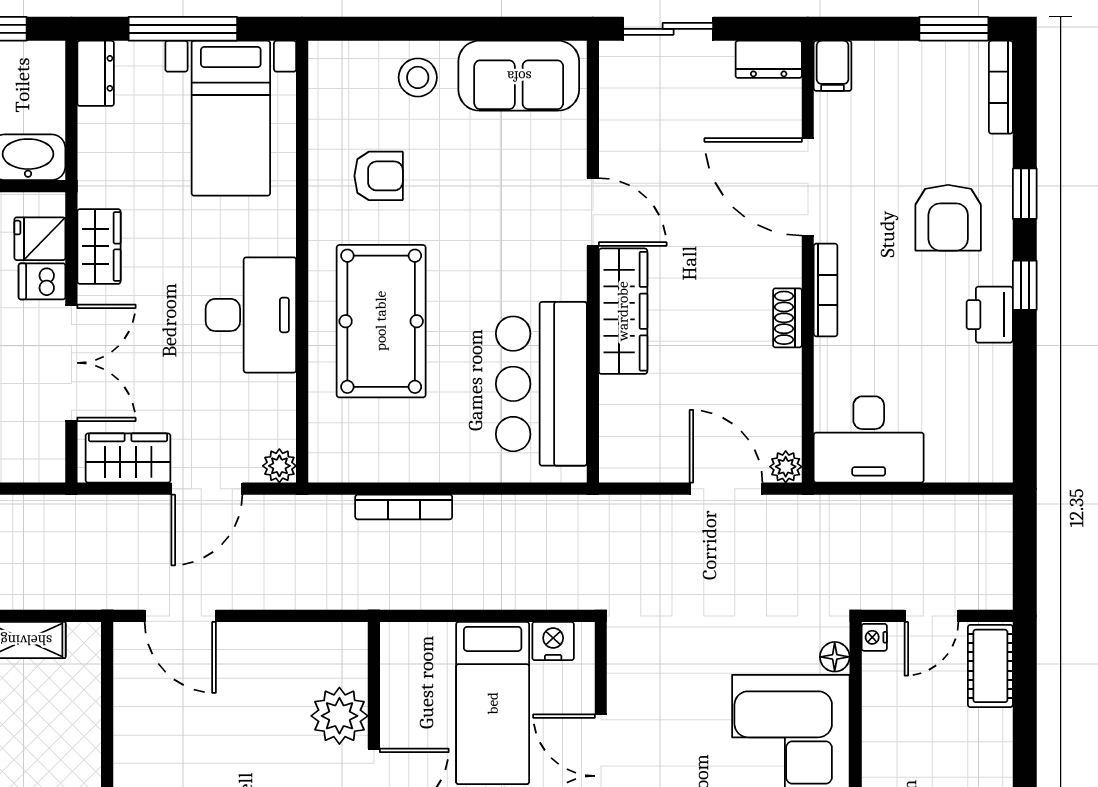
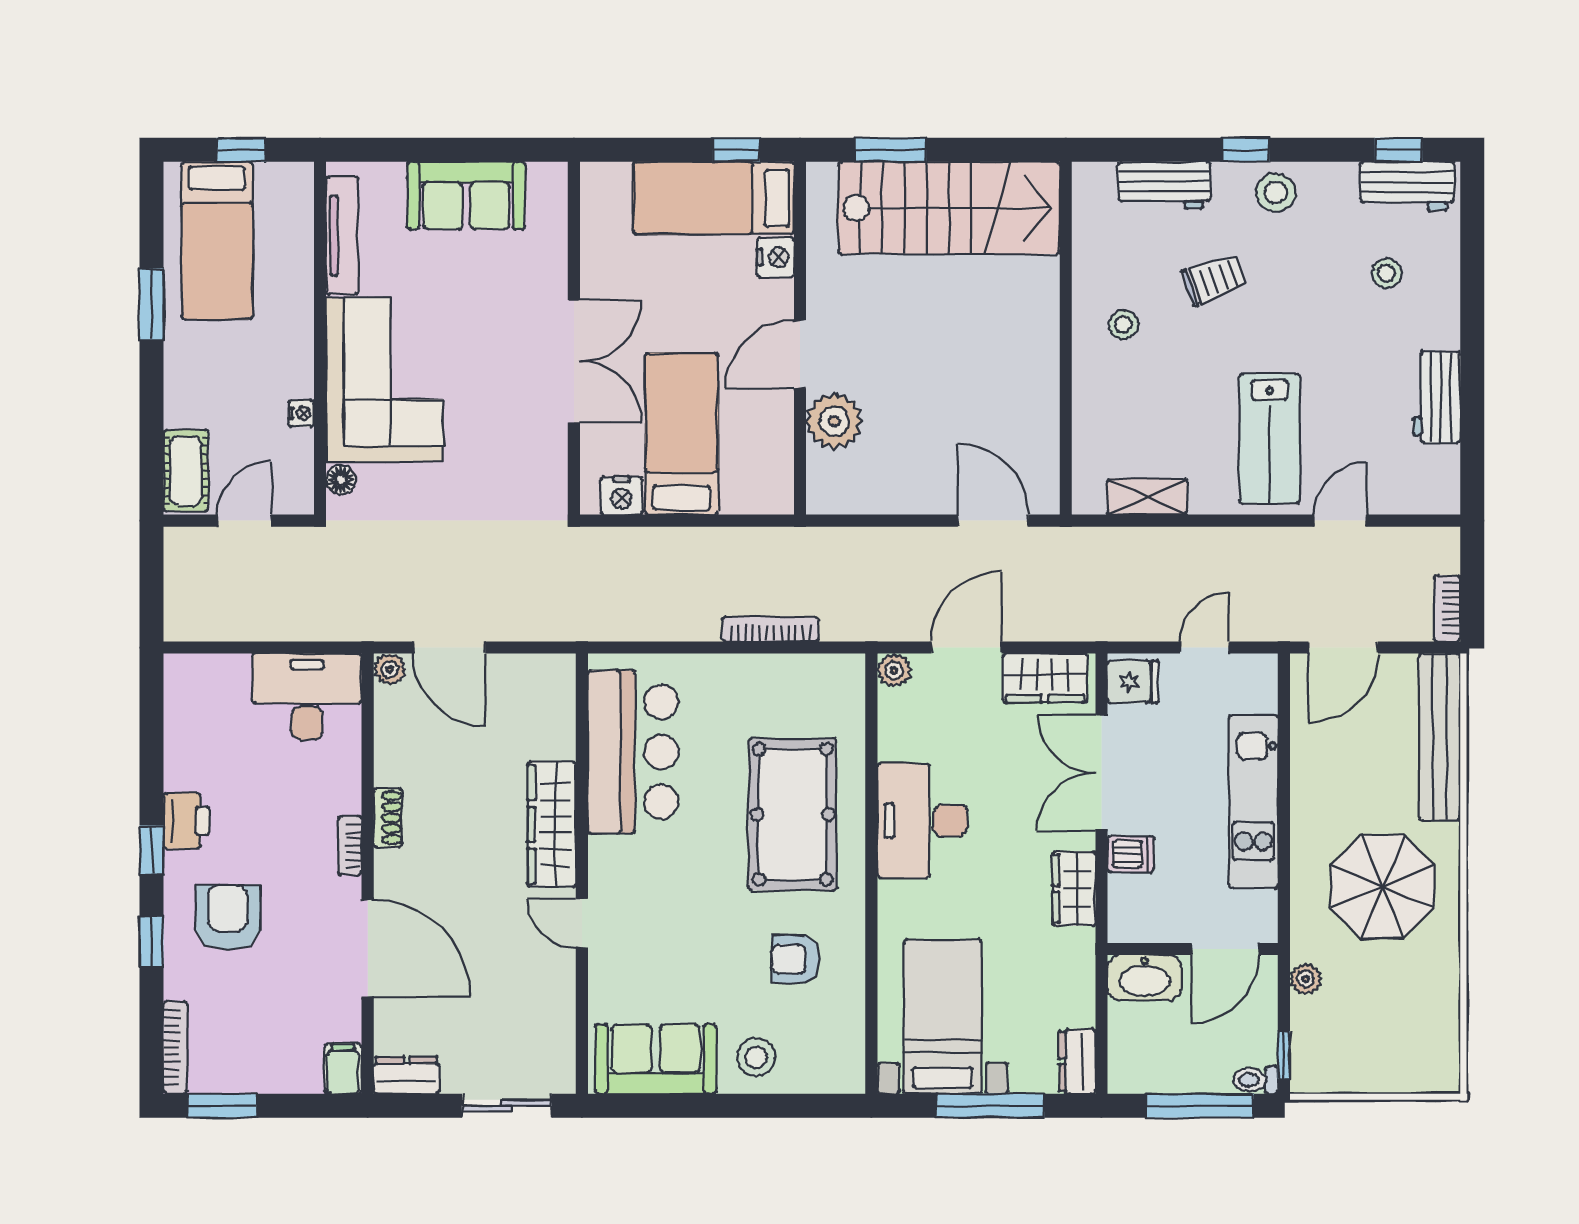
door: (593, 212) -> (582, 923), width x0.73
fridge: (40, 239) -> (1133, 682), moved
bookcase: (826, 290) -> (350, 845), width x0.64
nightstand: (874, 637) -> (301, 413), moved

